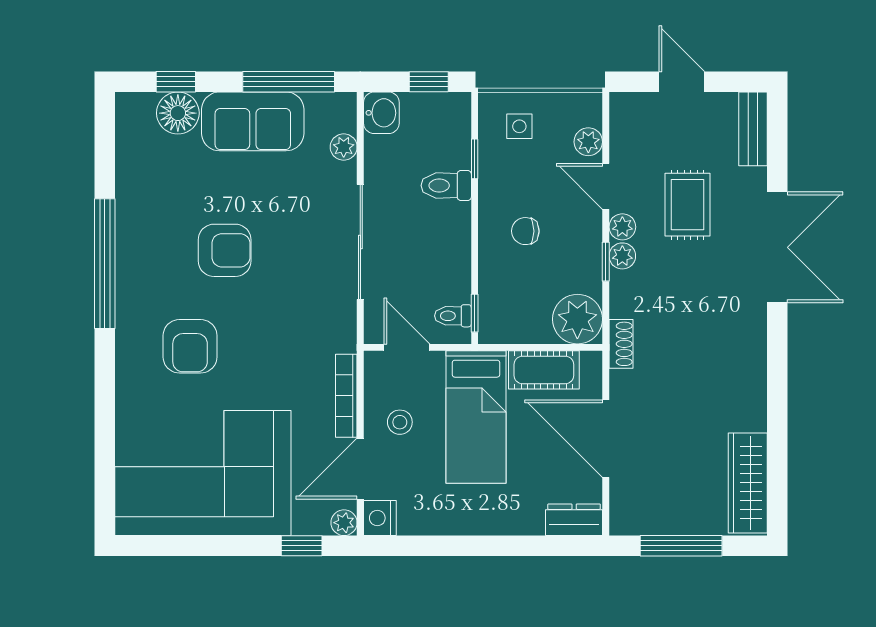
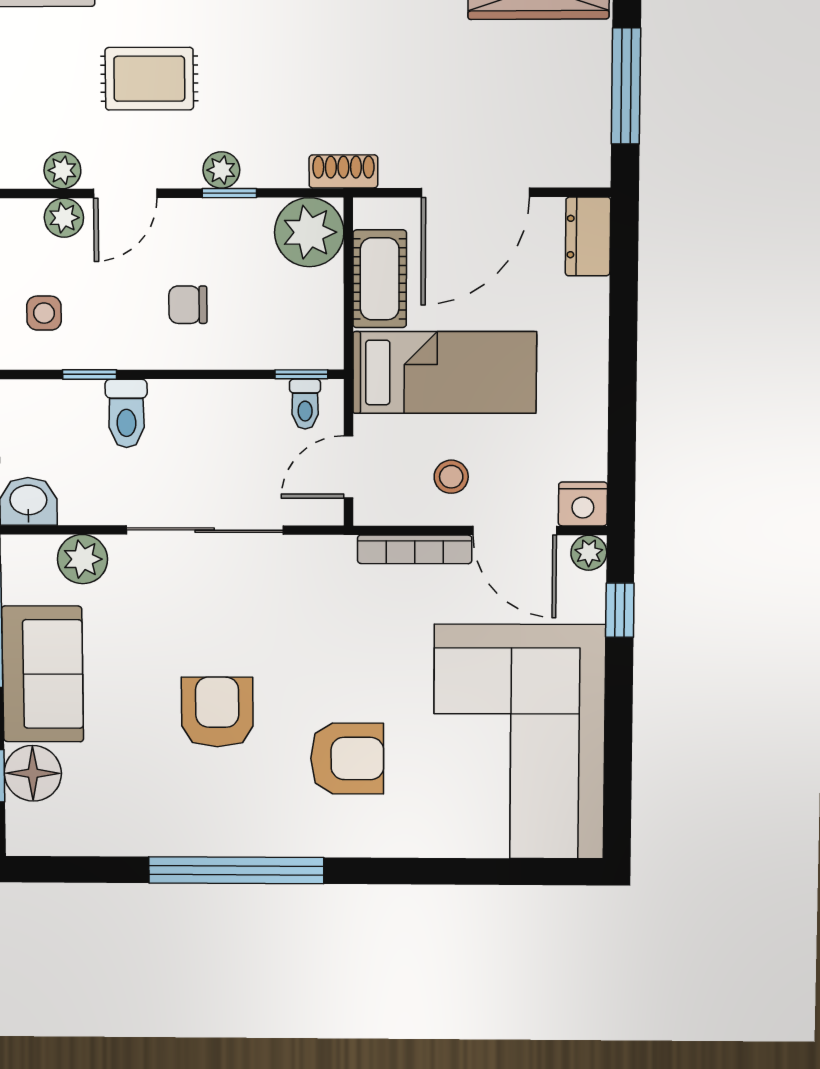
plant: (344, 147) -> (82, 559), width x1.38, depth x1.38
plant: (622, 227) -> (62, 170), moved
chair: (525, 231) -> (188, 305), turned 90

